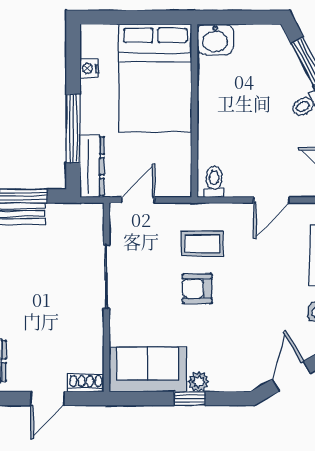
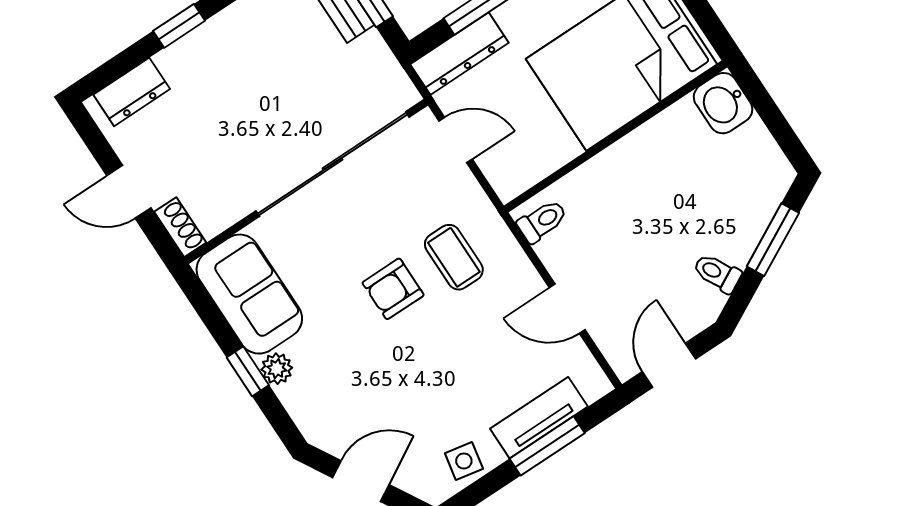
sliding door: (106, 276) -> (333, 164), width x1.86
armchair: (197, 289) -> (393, 289), turned -90

